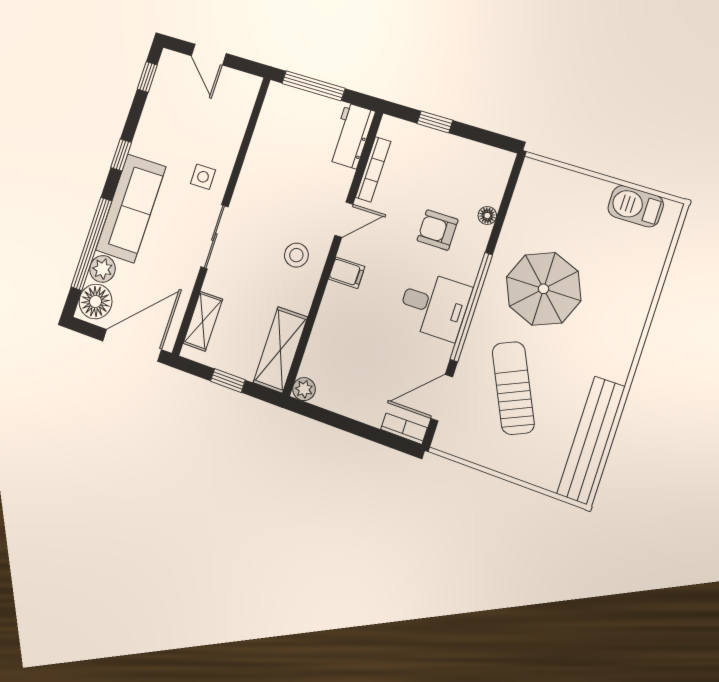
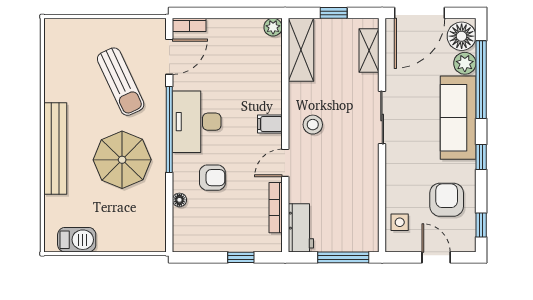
armchair: (175, 118) -> (447, 200), added
side table: (203, 177) -> (400, 222), moved
desk: (434, 305) -> (197, 122), width x1.37
bench: (591, 440) -> (55, 149), moved

